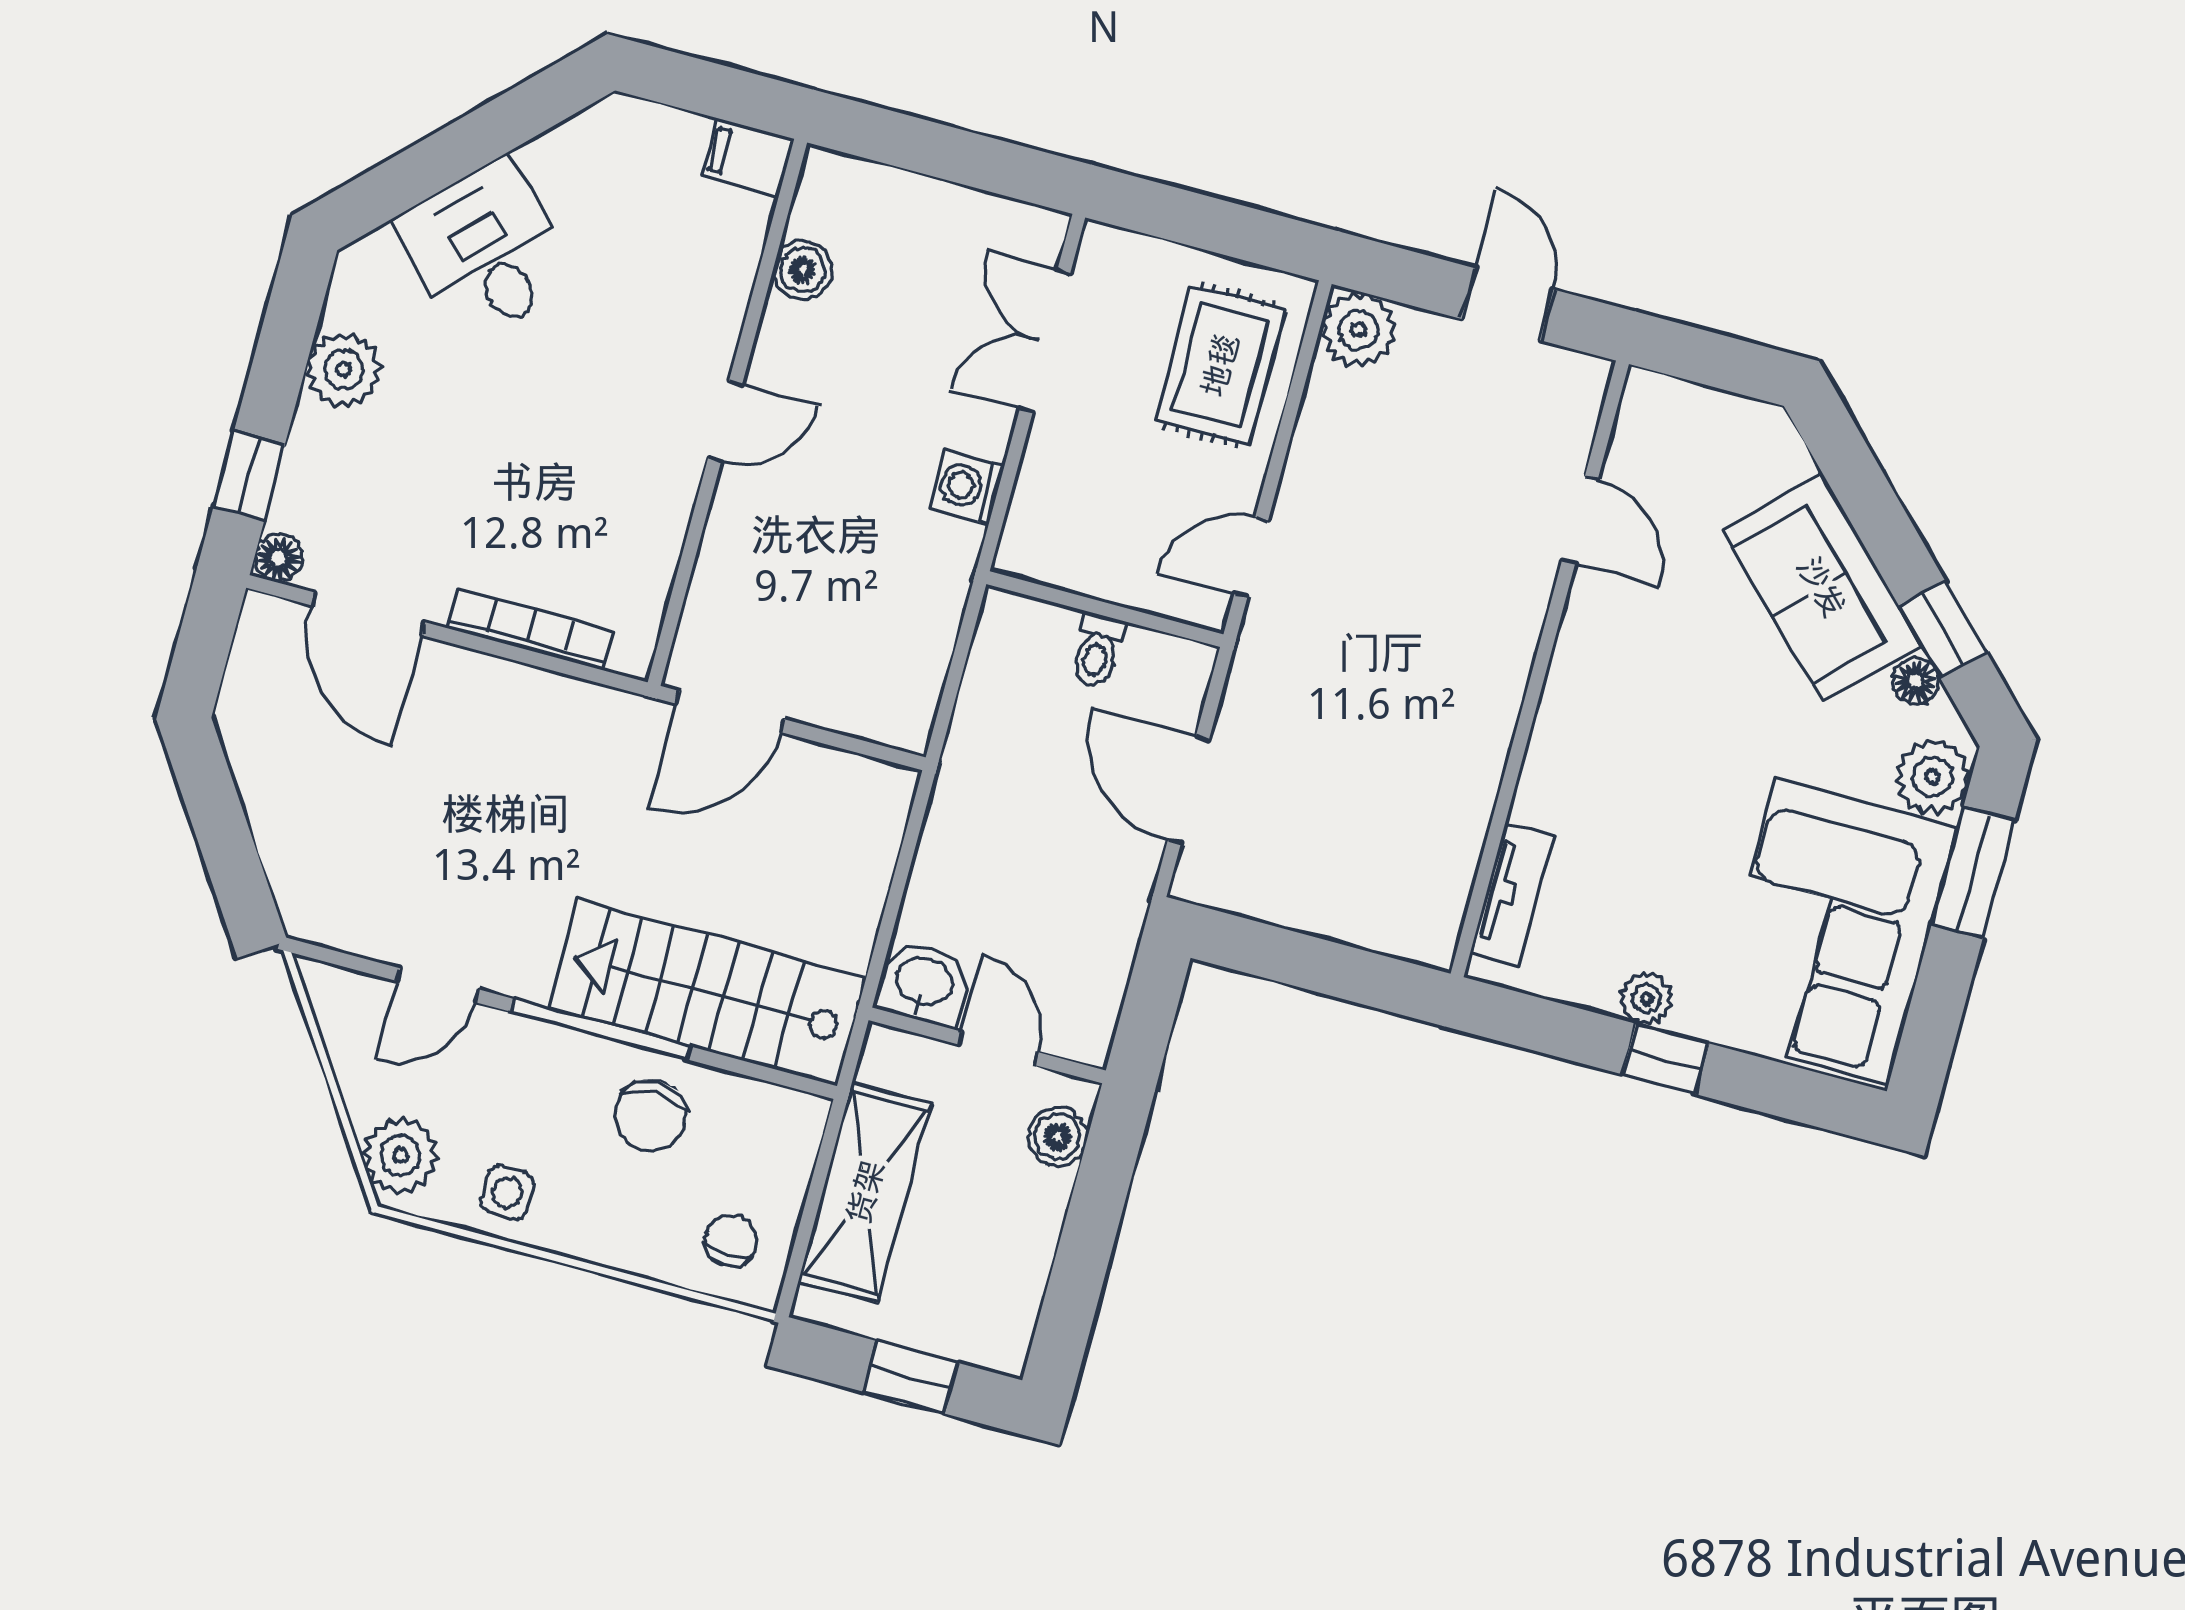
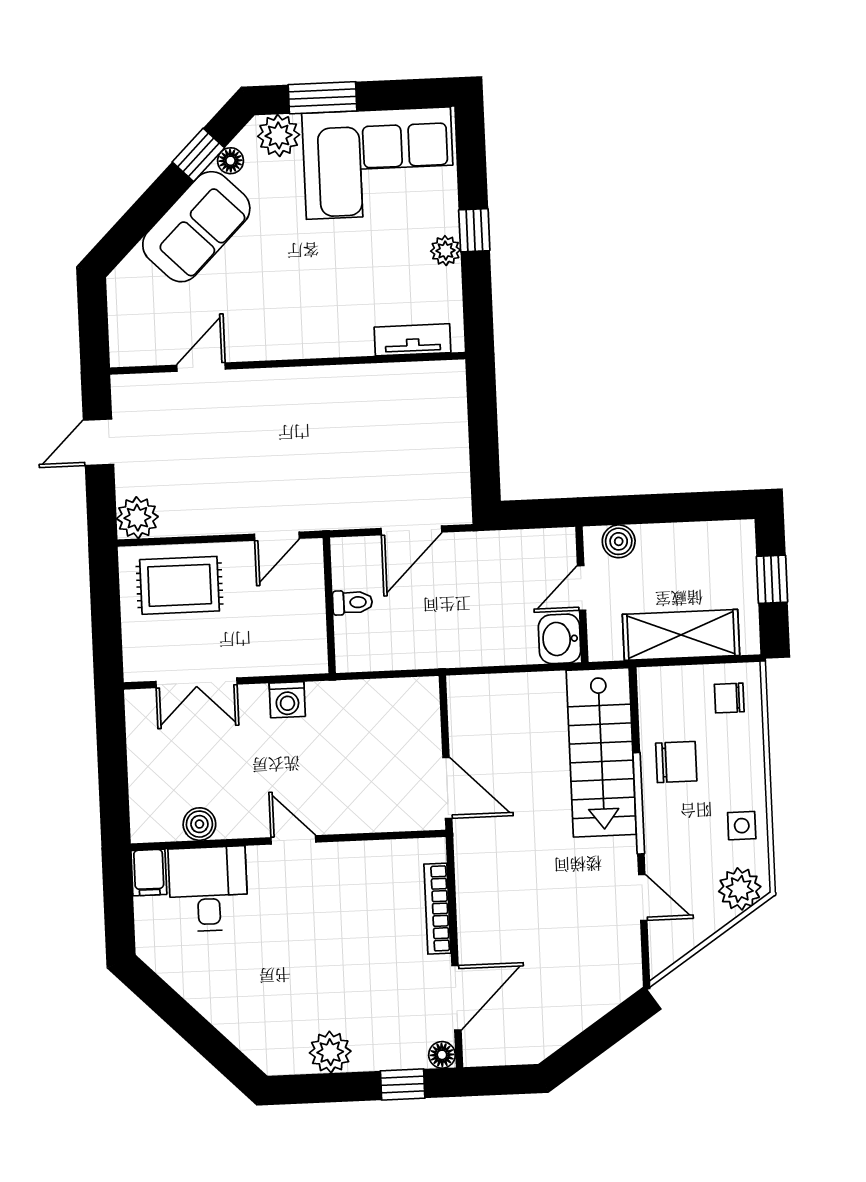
desk: (486, 250) -> (208, 889), moved, turned 135
door: (1251, 557) -> (277, 536), hinge flipped

